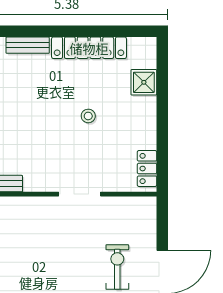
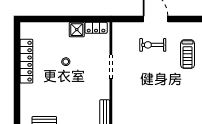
bench: (28, 45) -> (25, 97), removed
shower: (144, 82) -> (77, 30), moved

